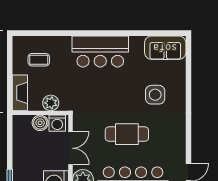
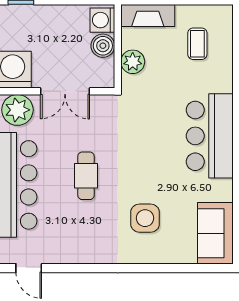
washing machine: (57, 123) -> (102, 20), moved
cafe table: (127, 134) -> (86, 176), width x0.73, depth x0.74

